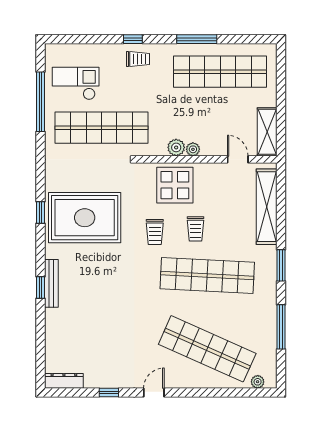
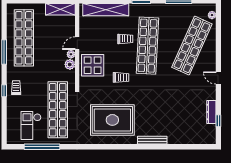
door: (238, 159) -> (77, 43), moved
window: (40, 212) -> (109, 147), removed
rug: (85, 218) -> (112, 120), turned 90
trolley: (195, 229) -> (125, 39), moved
window: (40, 287) -> (155, 147), removed
dresser: (64, 381) -> (211, 112), moved
window: (109, 392) -> (218, 121), moved

